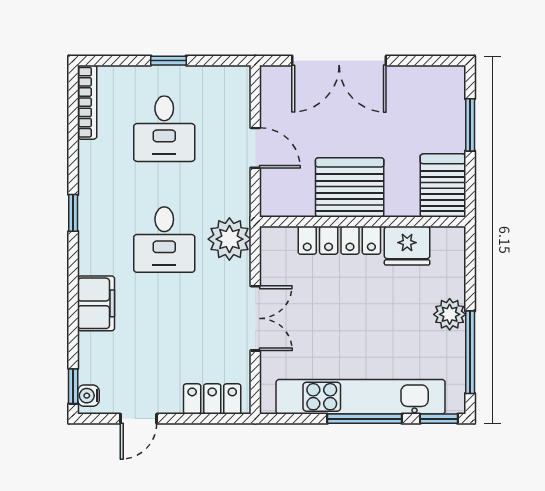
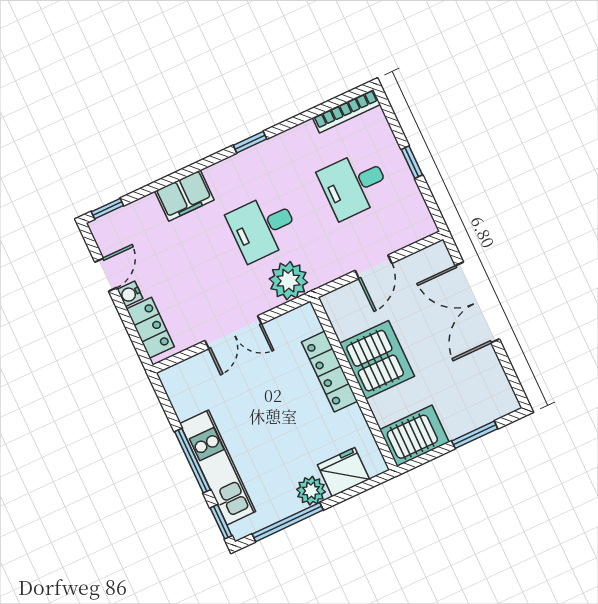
fridge: (407, 246) -> (343, 472), moved, turned 90
water cooler: (88, 396) -> (130, 294), moved, turned -90
kitchen unit: (361, 397) -> (218, 468), width x0.73
door: (139, 419) -> (106, 275), swing flipped

